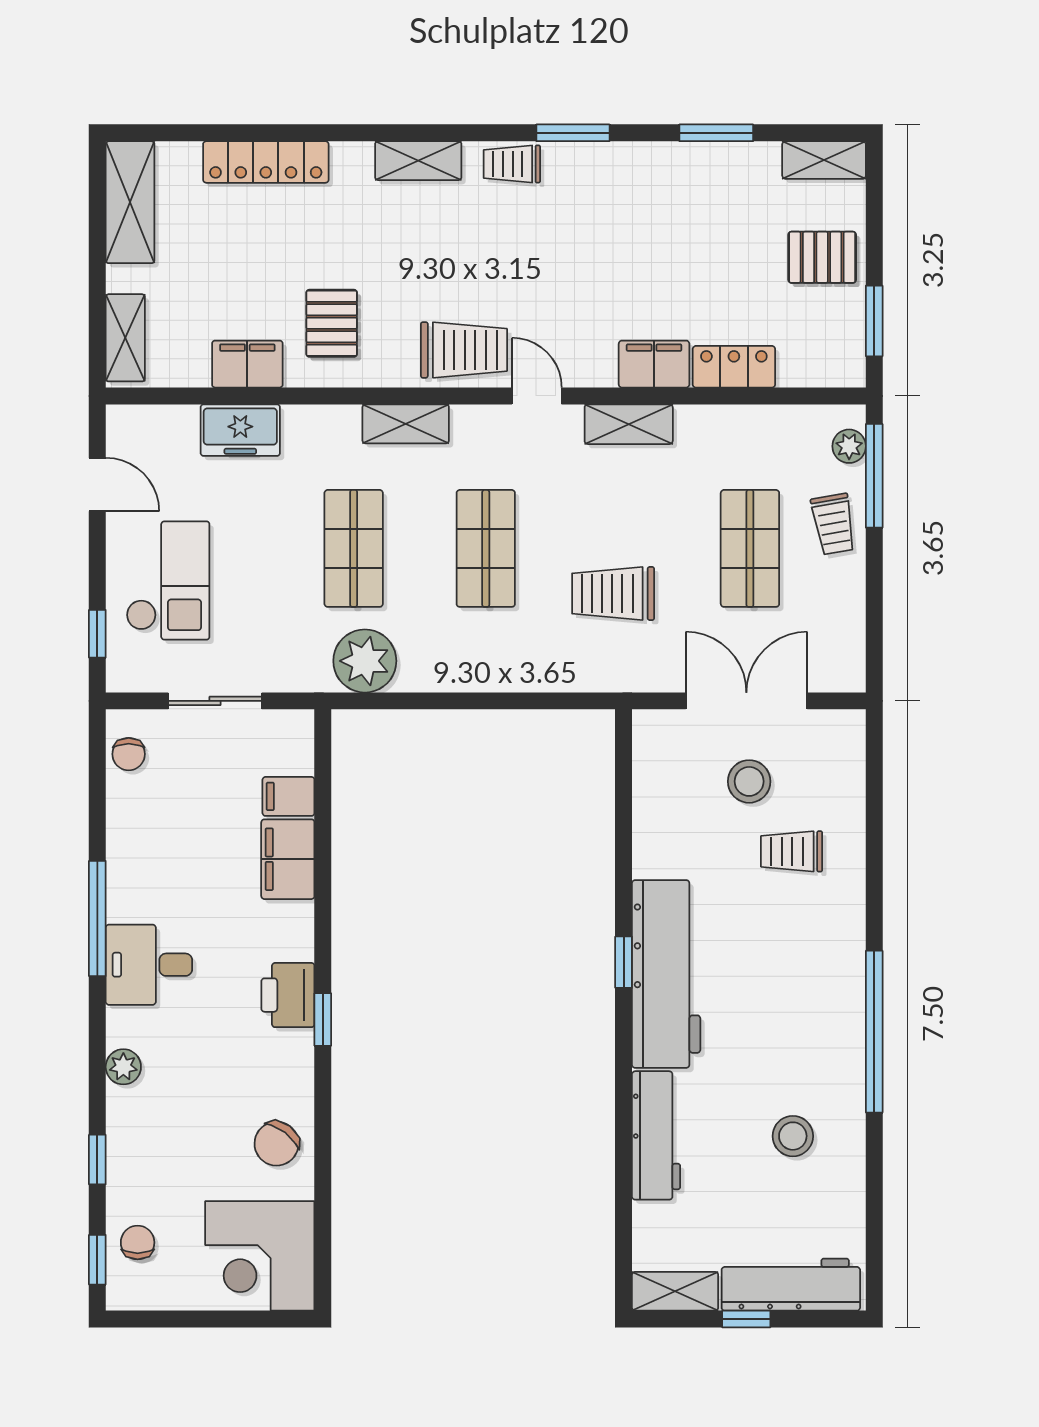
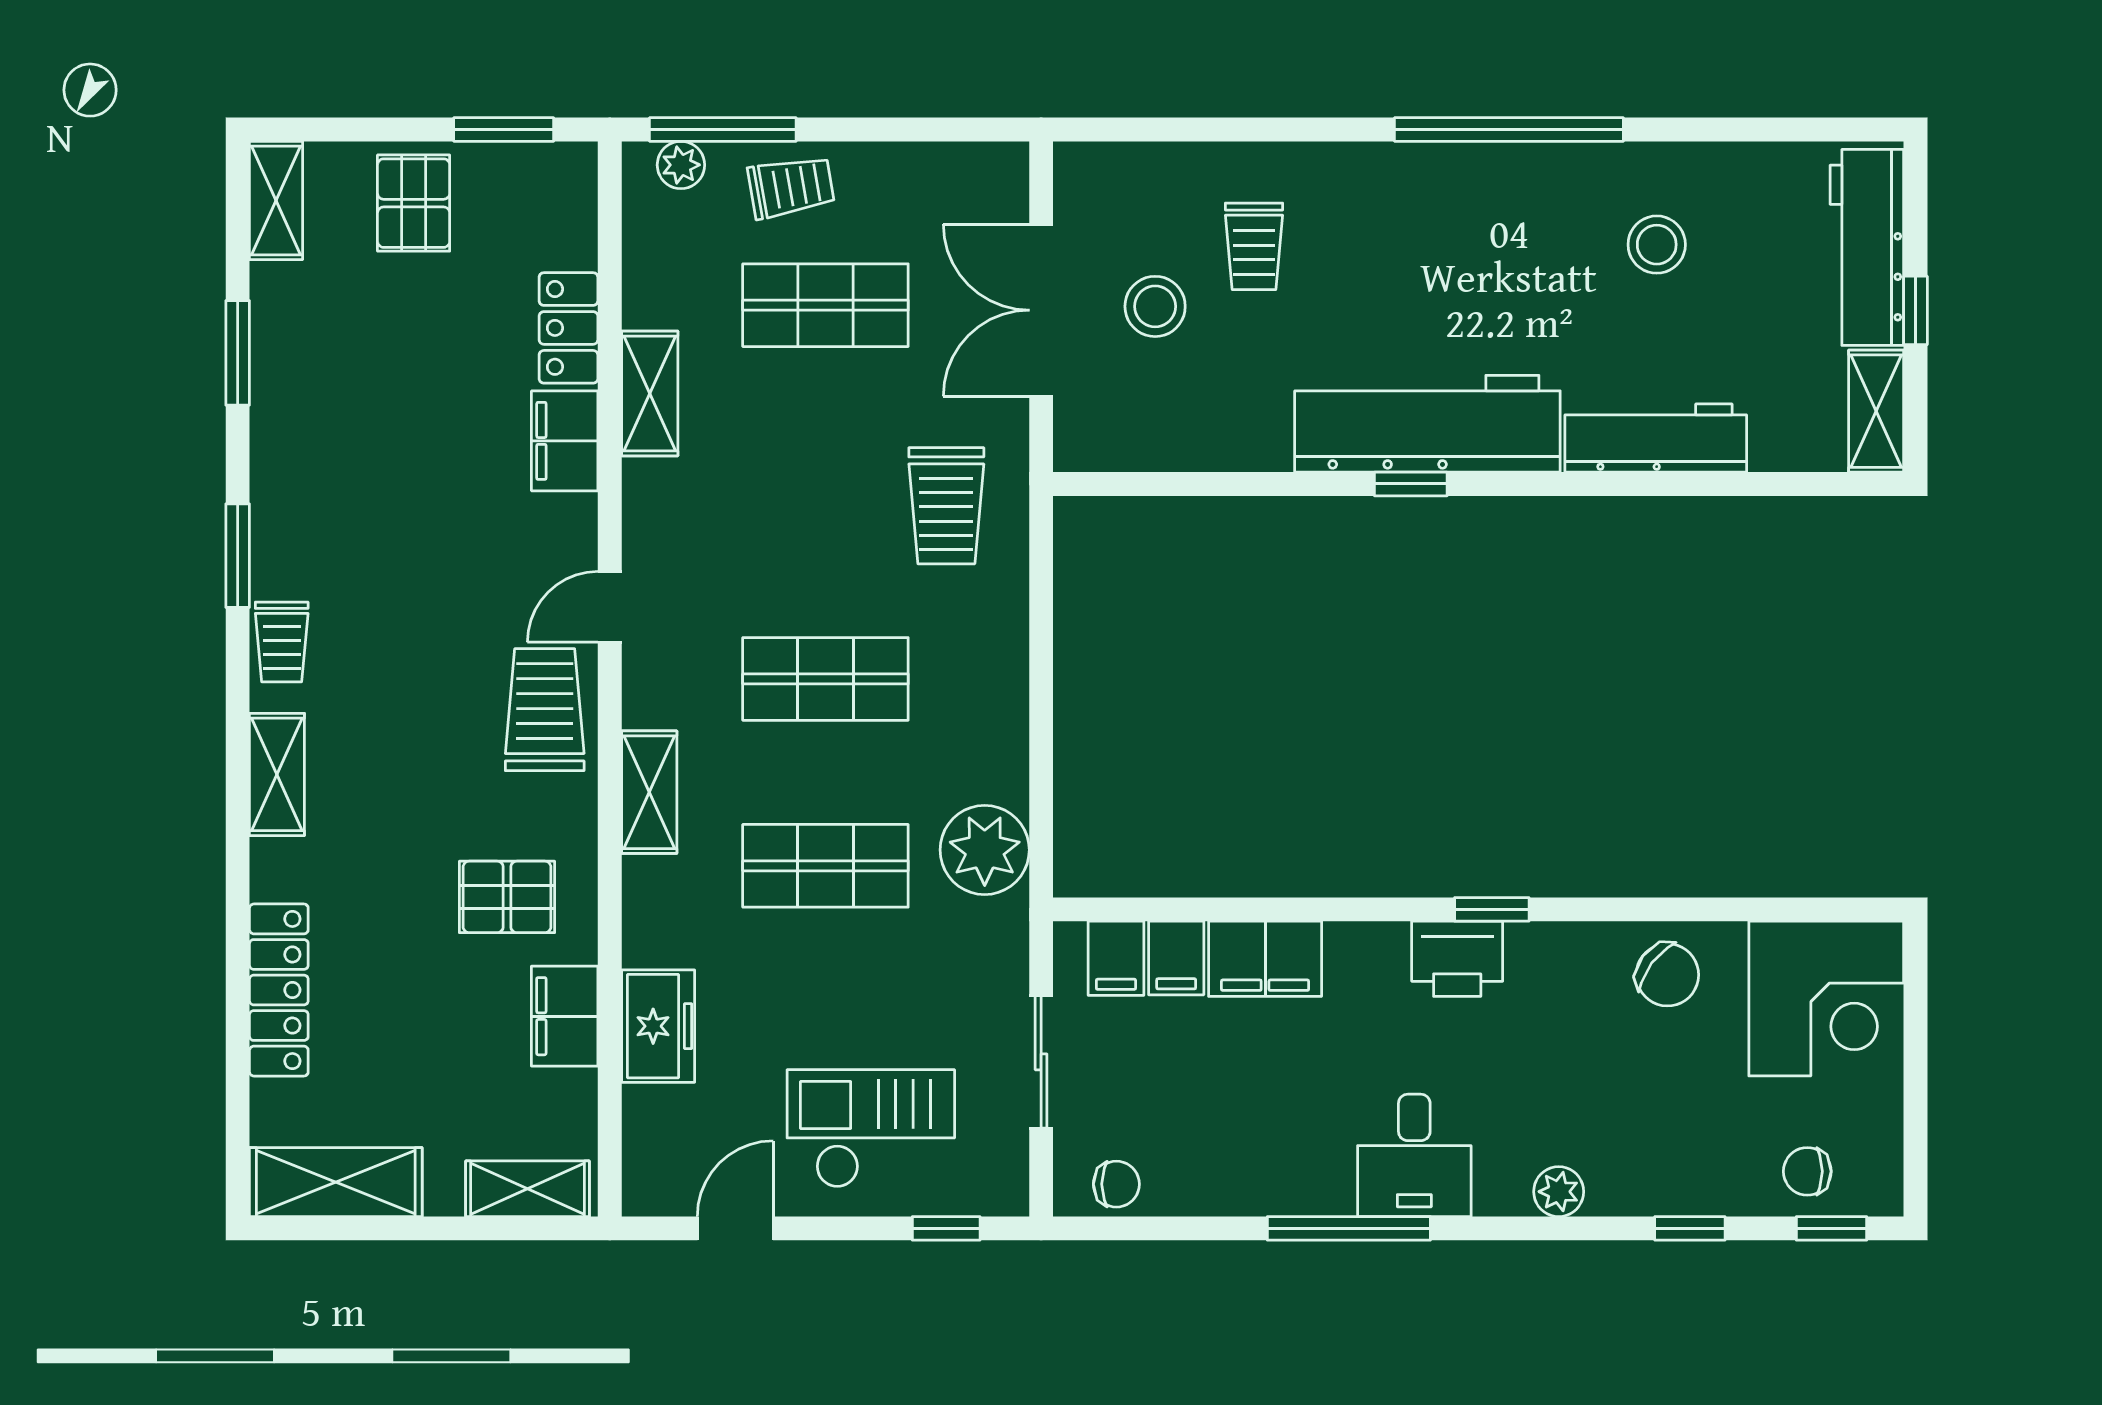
shelving: (629, 424) -> (650, 393), moved
trolley: (613, 593) -> (946, 506), moved
filing cabinet: (288, 754) -> (1116, 958), added

